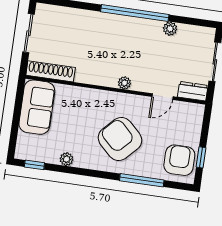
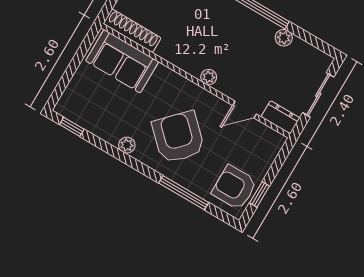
sofa: (37, 107) -> (122, 61), moved, turned 90
plant: (67, 159) -> (127, 145), moved
armchair: (179, 160) -> (234, 188), turned -90

